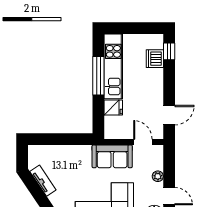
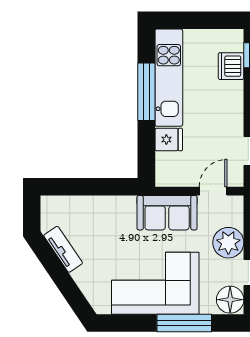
door: (143, 142) -> (213, 191), hinge flipped
plant: (158, 176) -> (228, 243), width x1.87, depth x1.87

